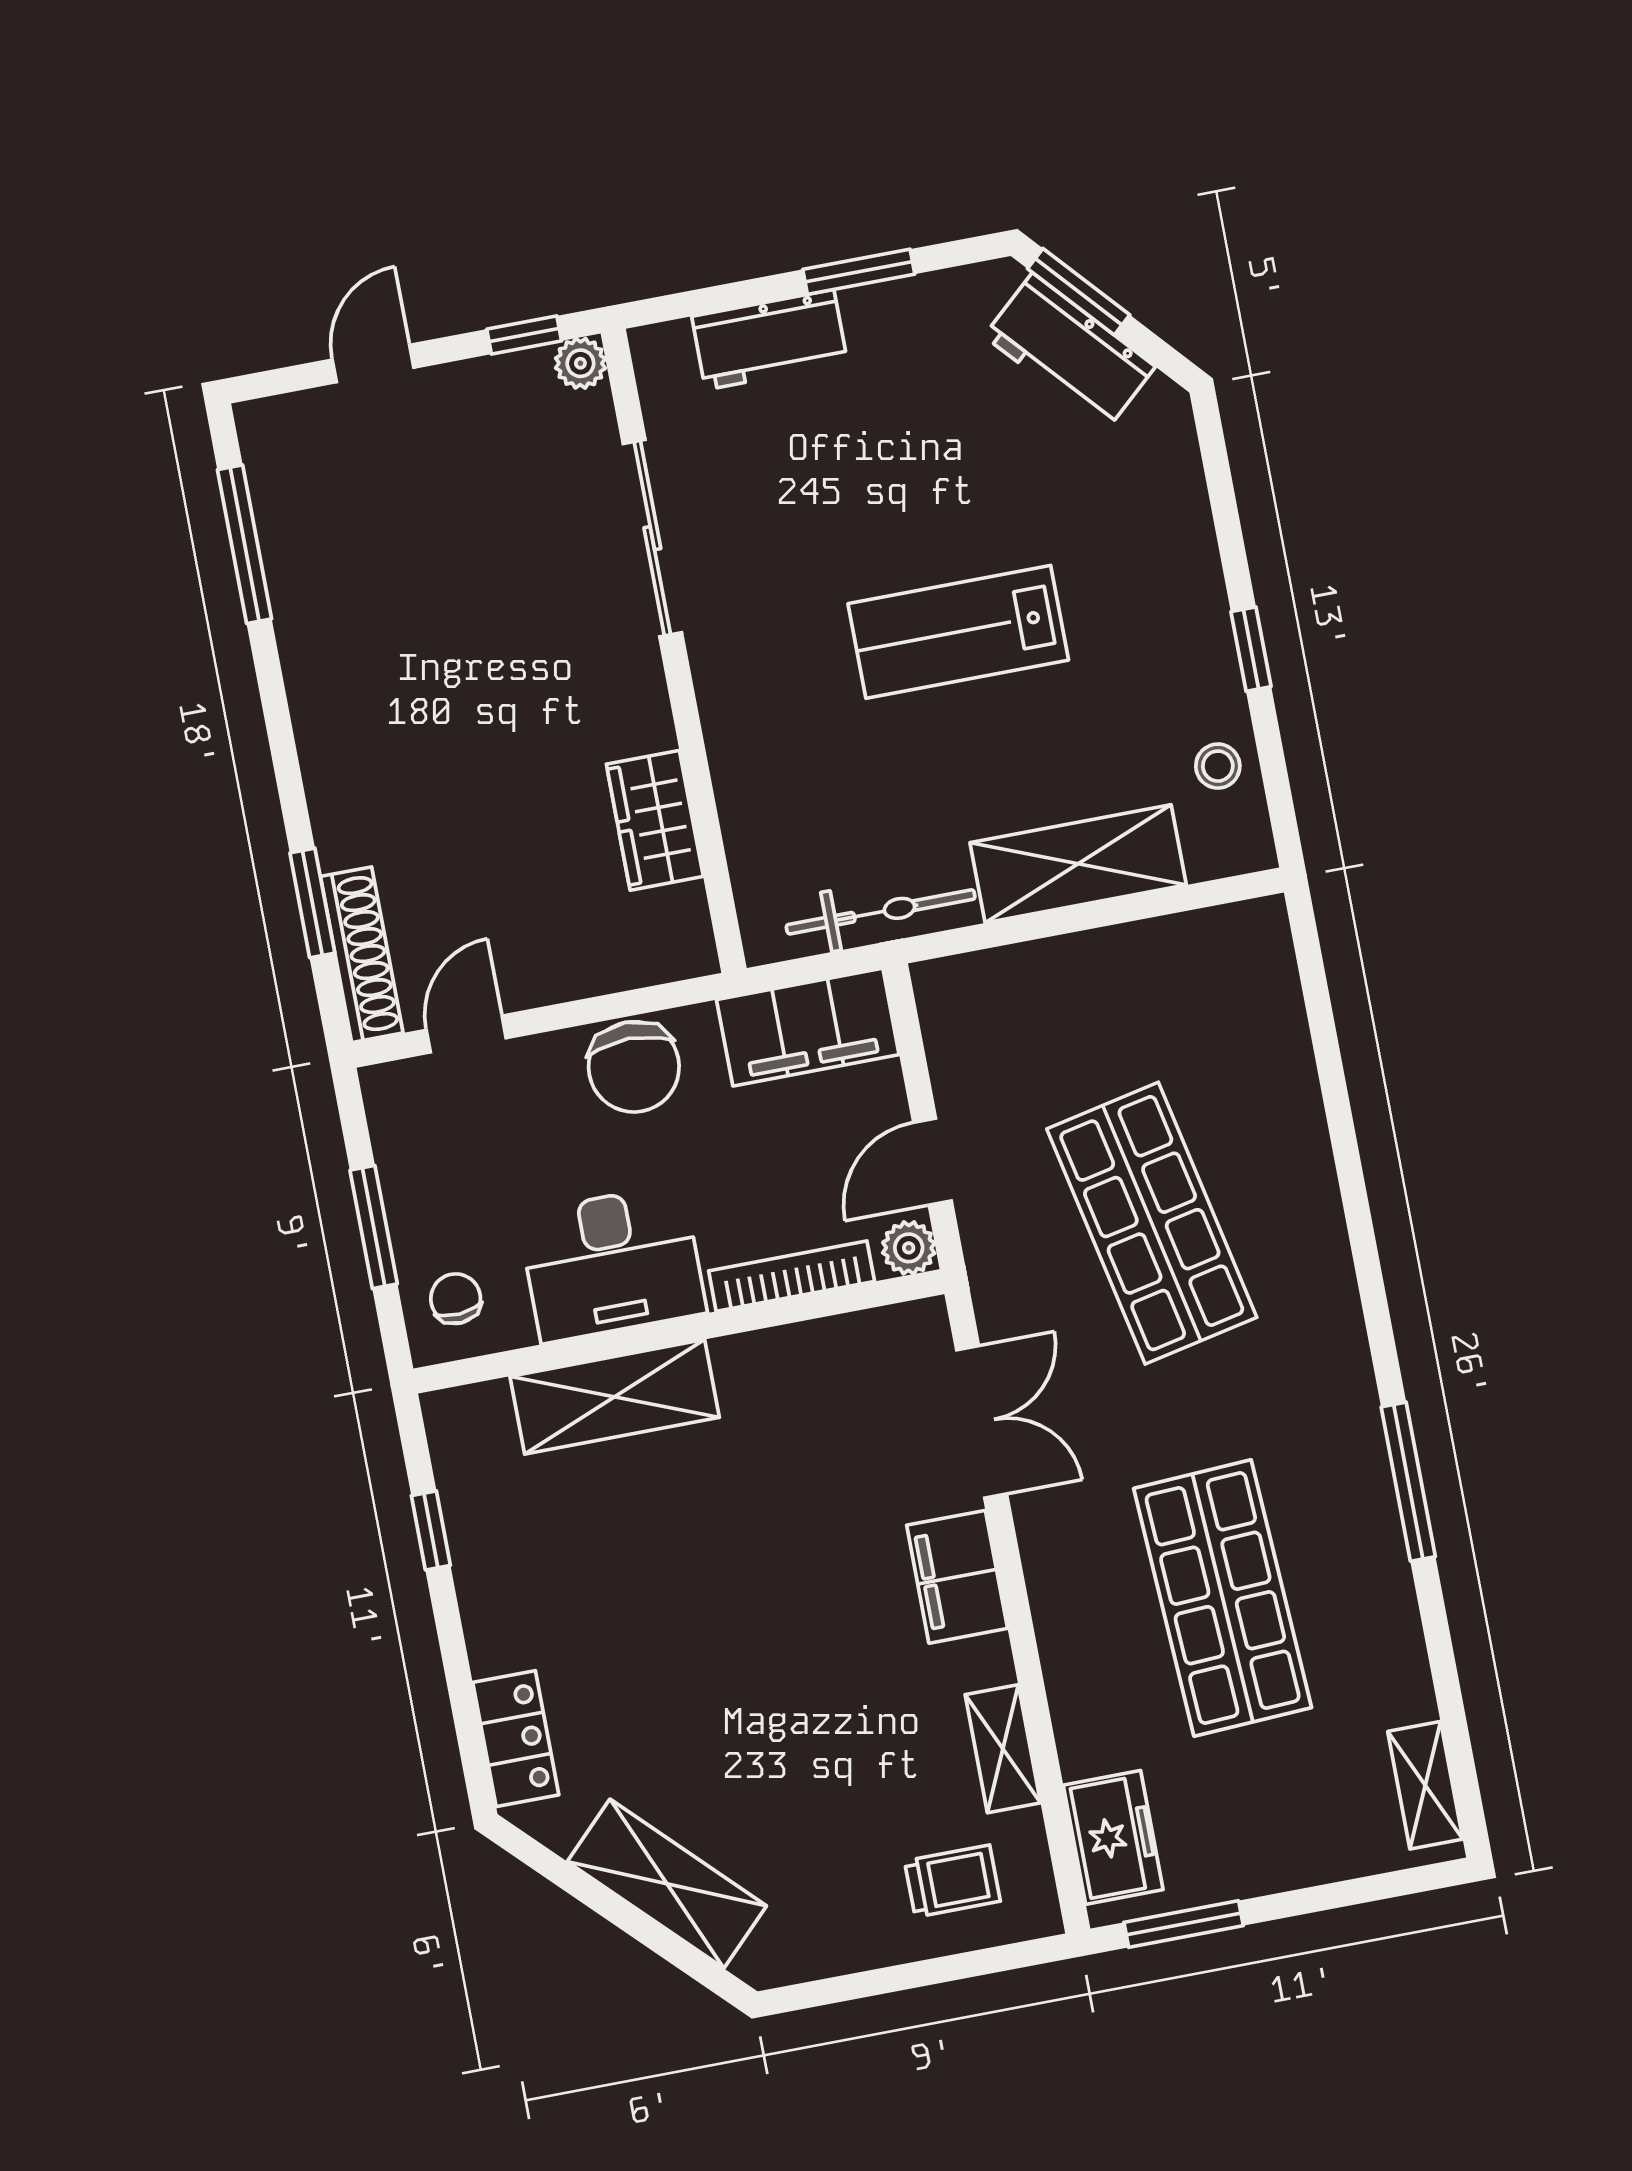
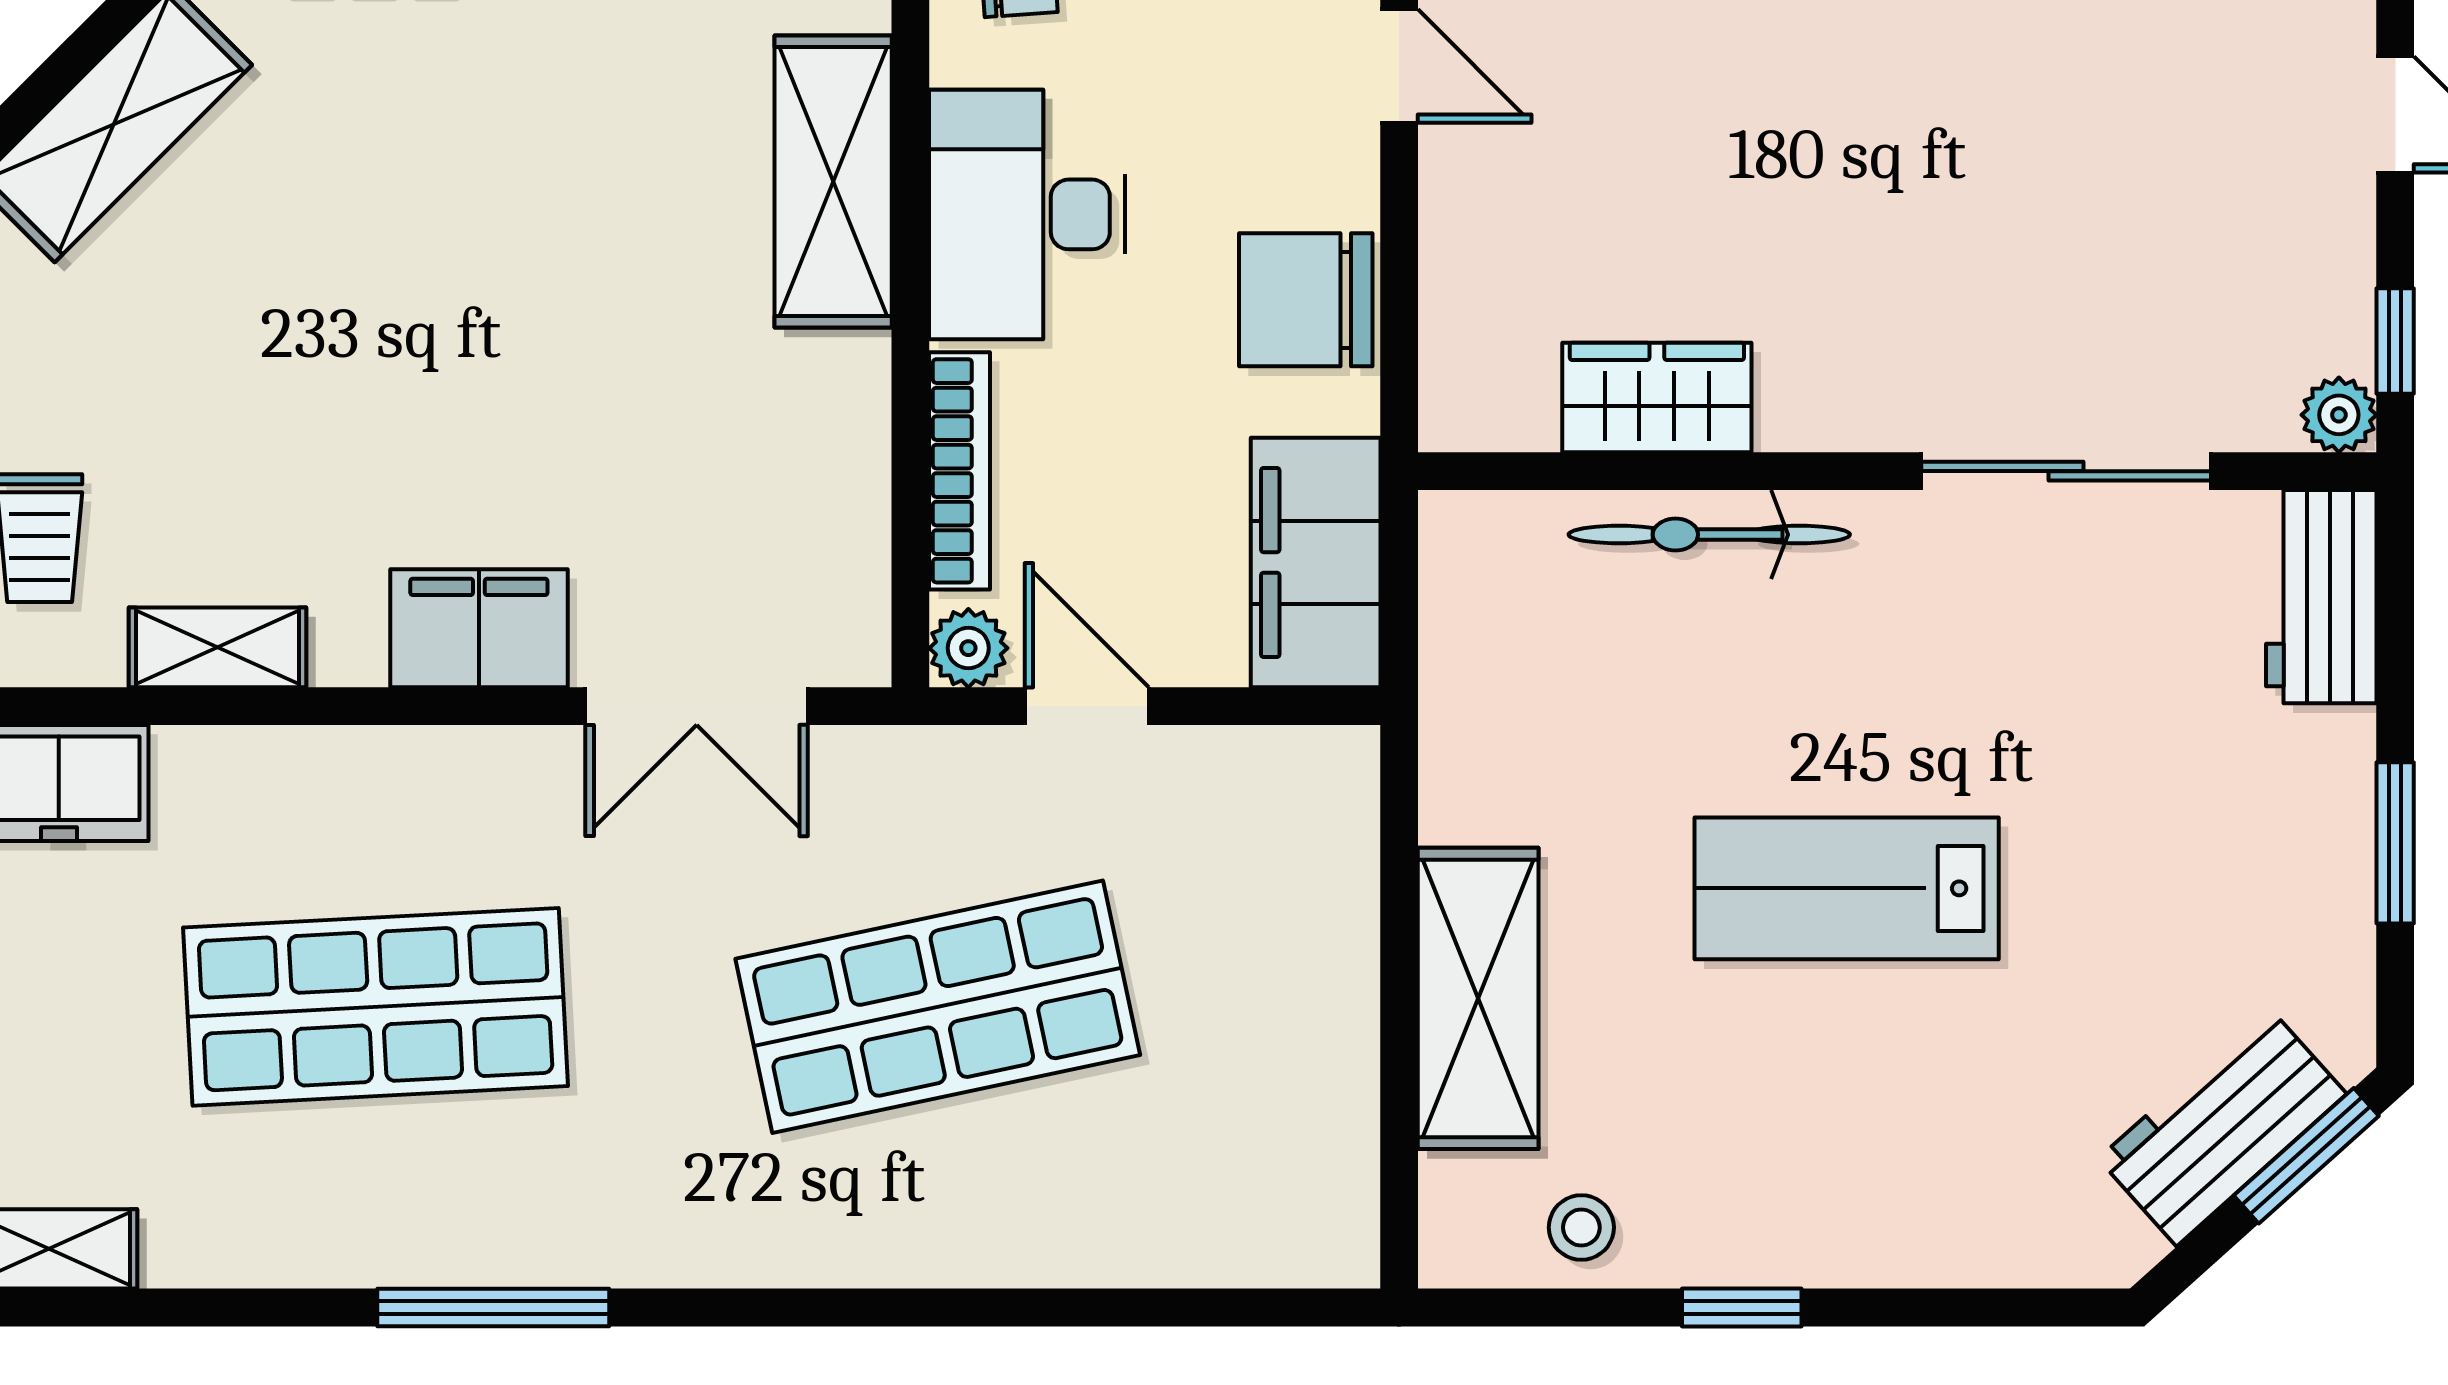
workbench: (770, 340) -> (2321, 597), moved
lab bench: (958, 632) -> (1847, 888), turned -90
bicycle: (881, 912) -> (1709, 535), moved, turned 90

